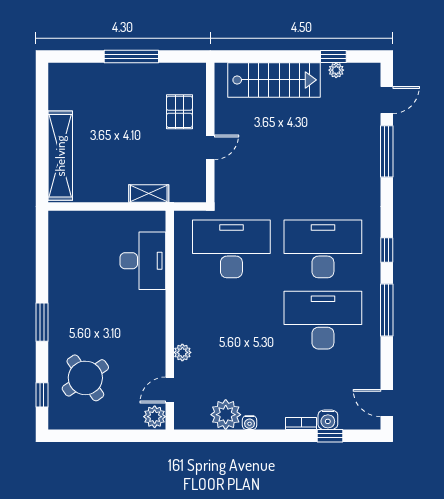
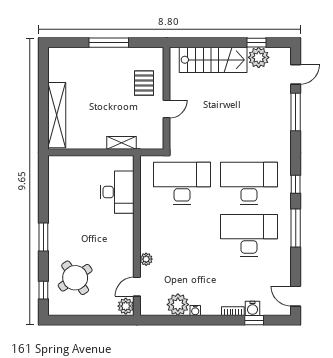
plant: (336, 70) -> (259, 57), width x1.87, depth x1.87

